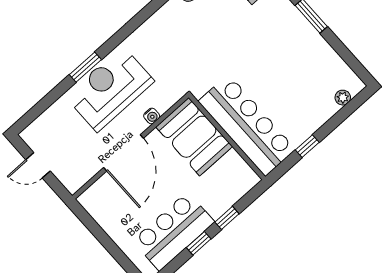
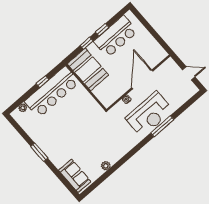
window: (85, 67) -> (162, 126), width x1.44
bar counter: (247, 125) -> (52, 92), moved, turned -90
booth: (194, 137) -> (88, 69), moved

